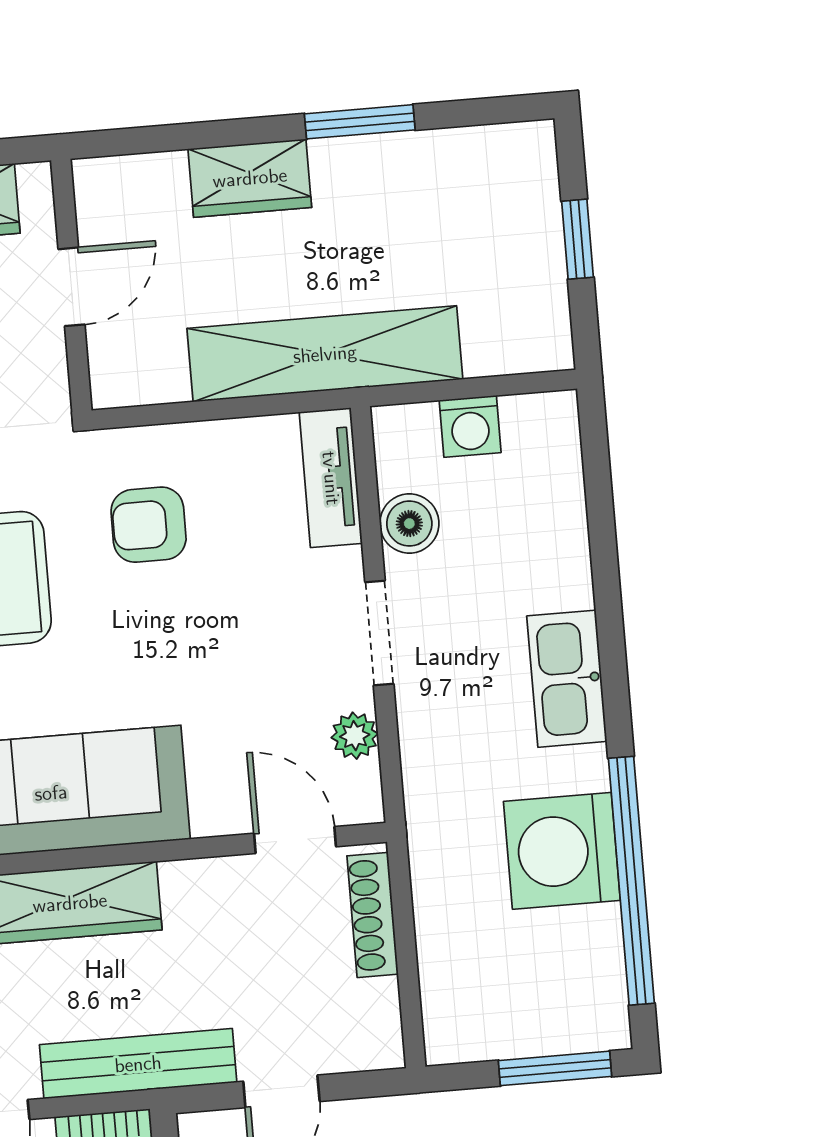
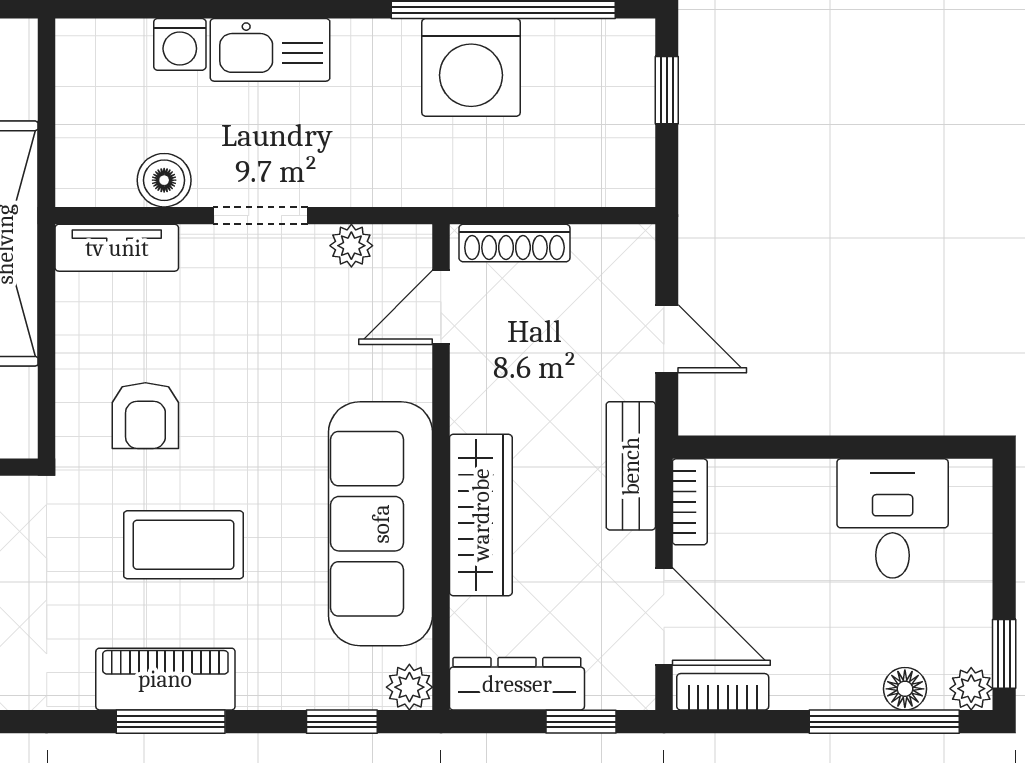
washing machine: (470, 426) -> (180, 44), moved, turned 90
kitchen sink: (567, 679) -> (270, 50), moved
bench: (138, 1064) -> (631, 466), width x0.73
window: (555, 1068) -> (667, 90), width x0.67

